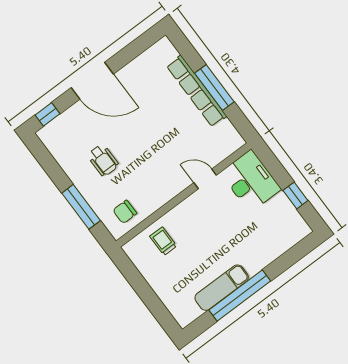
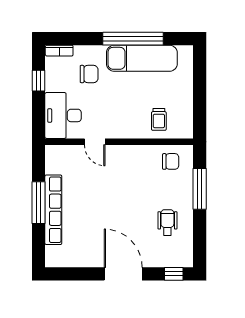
wheelchair: (103, 160) -> (167, 222), moved
chair: (255, 235) -> (89, 74), added
bookcase: (297, 236) -> (59, 51), added
exam couch: (222, 288) -> (142, 58), width x1.36, depth x1.45

